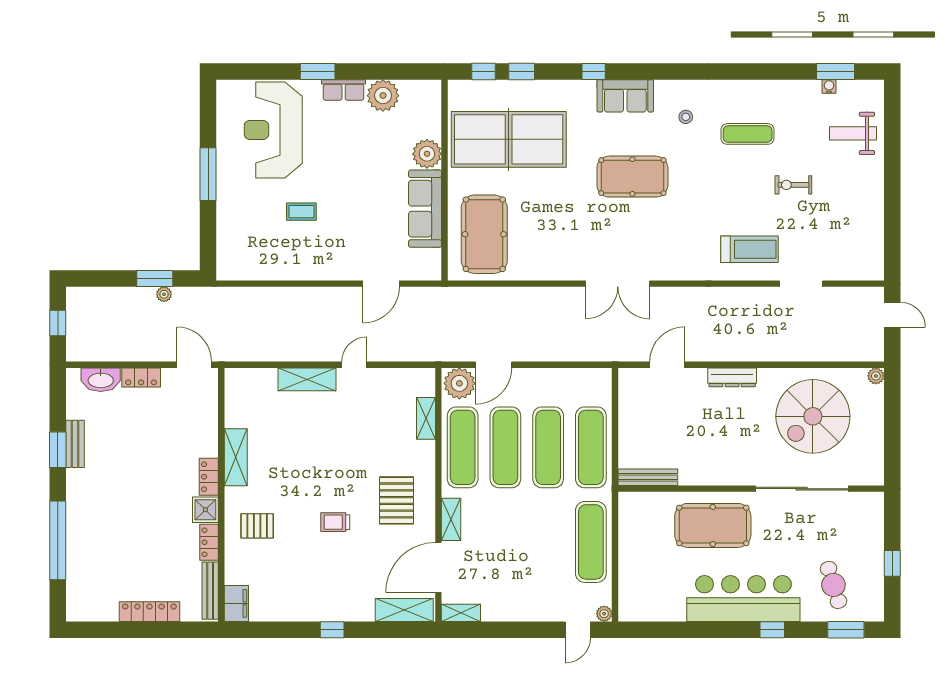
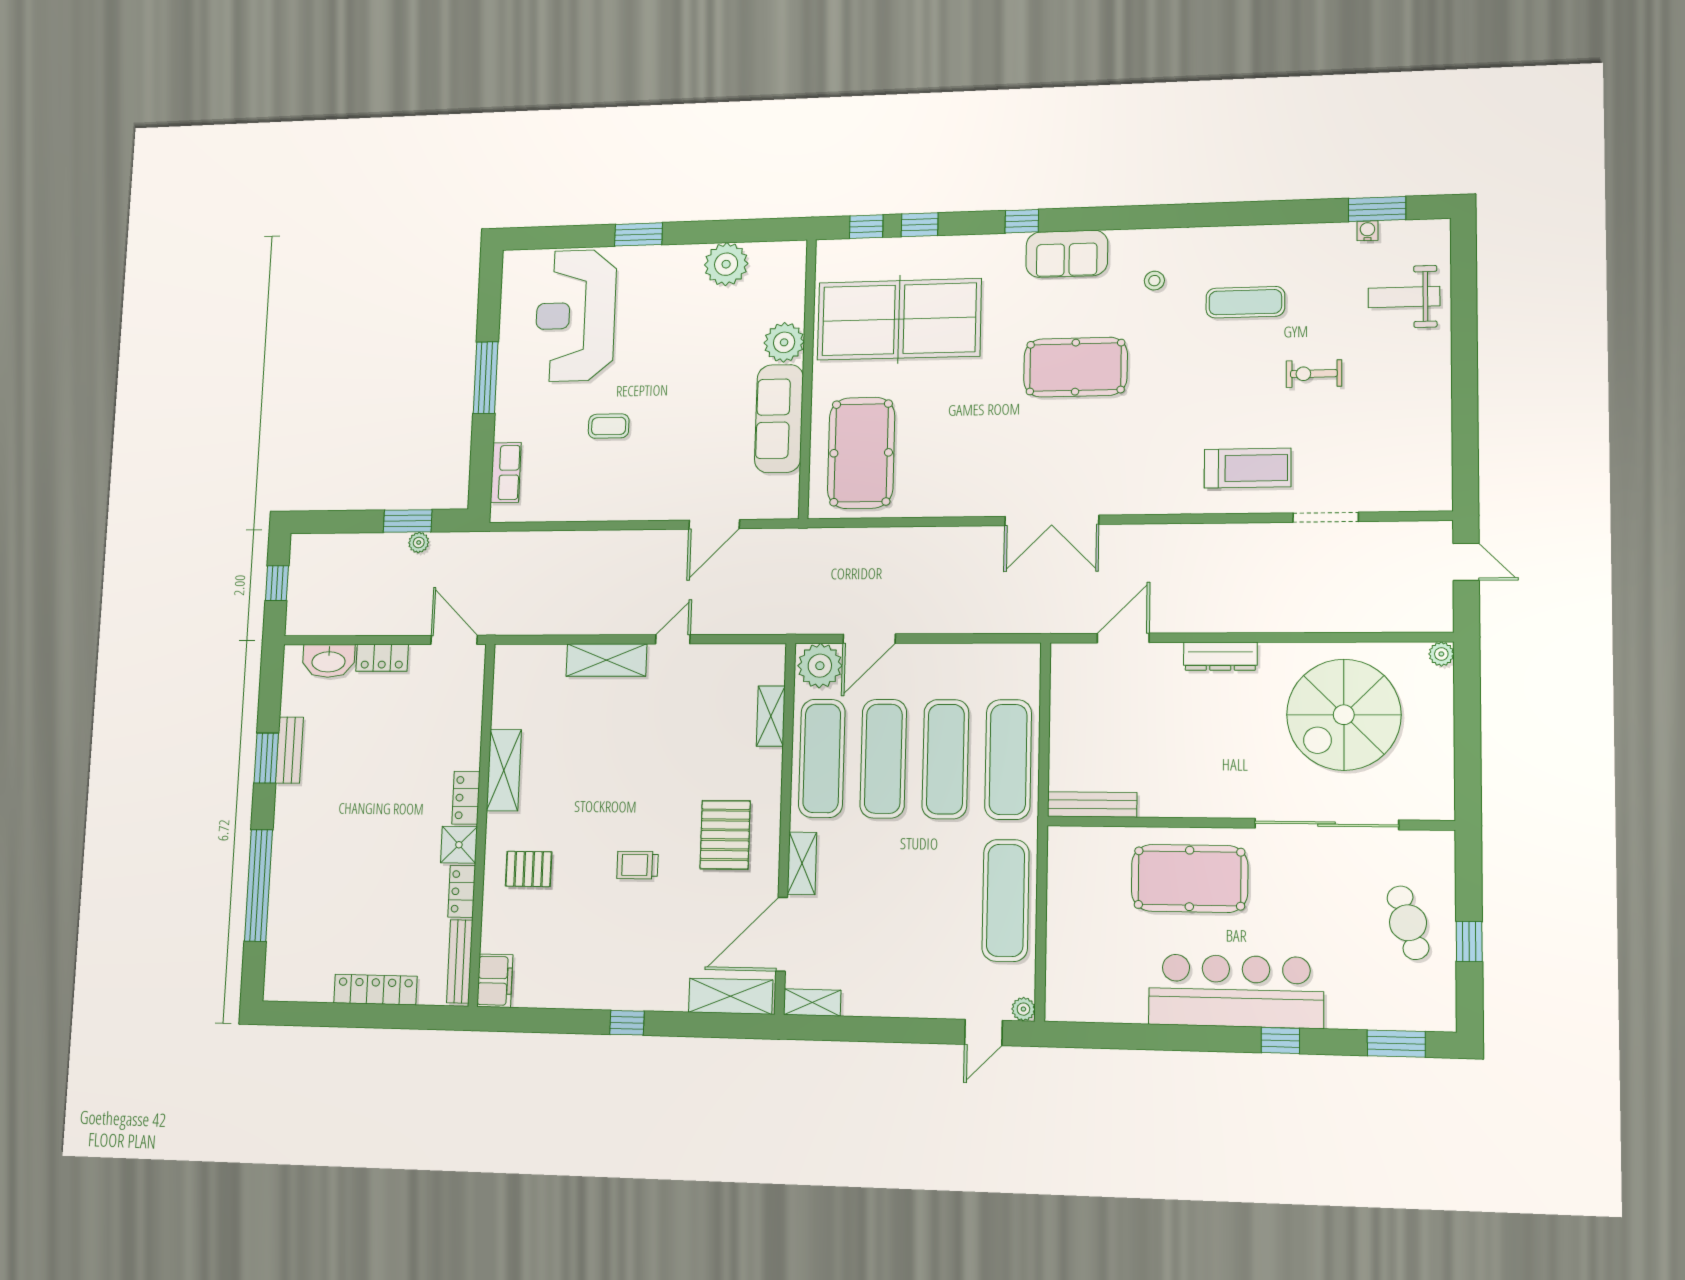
row of seats: (344, 90) -> (506, 473), moved, turned -90
cafe table: (833, 585) -> (1408, 923), moved

